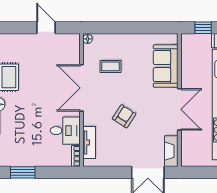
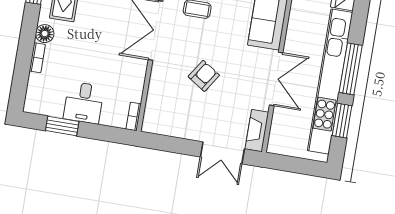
desk: (65, 131) -> (84, 103), moved, turned 90
tv unit: (89, 142) -> (154, 102), removed

